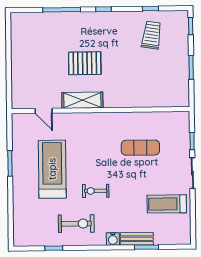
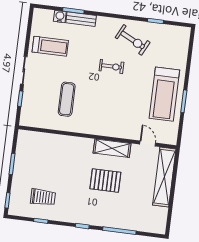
trolley: (152, 35) -> (43, 197), turned -99
shelving: (20, 76) -> (164, 177), added
exercise mat: (140, 148) -> (67, 99), turned 90
treadmill: (52, 169) -> (164, 94), moved
exercise bike: (76, 224) -> (133, 40), turned -153
water cooler: (113, 239) -> (60, 17), moved

